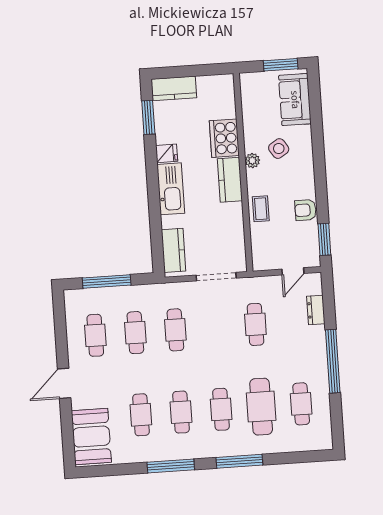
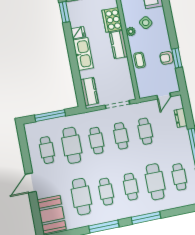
window: (324, 239) -> (177, 58), moved
cafe table: (215, 327) -> (121, 136), added
cafe table: (135, 333) -> (72, 145), width x1.37, depth x1.35
cafe table: (141, 415) -> (81, 197), width x1.37, depth x1.35

